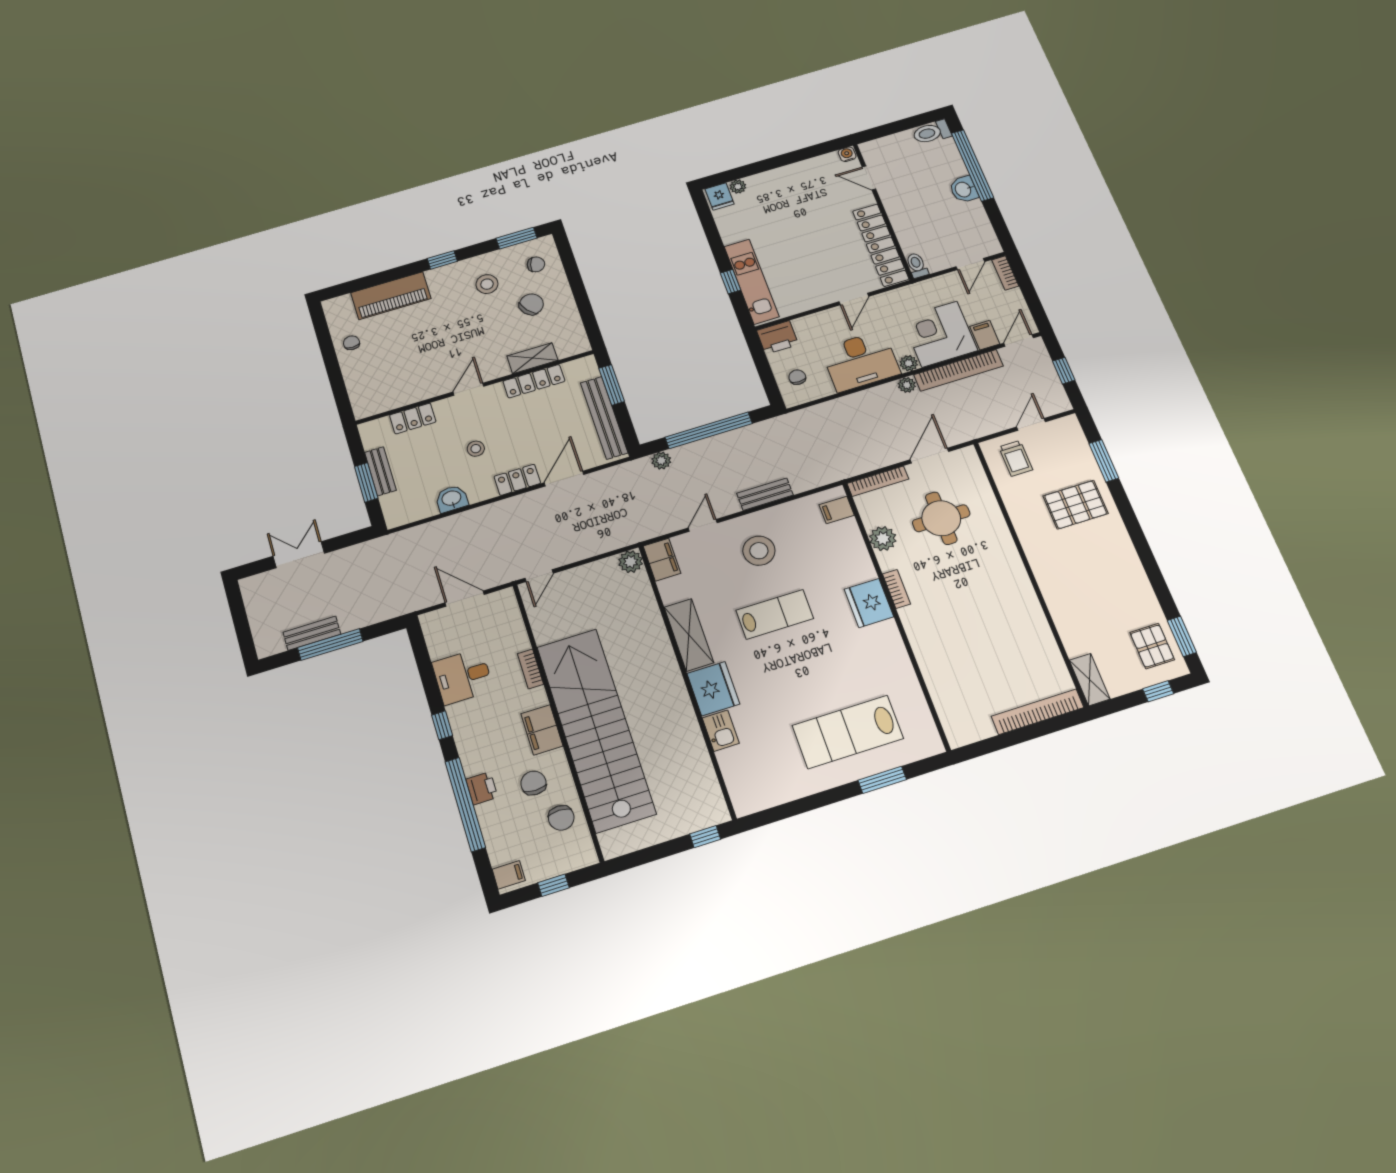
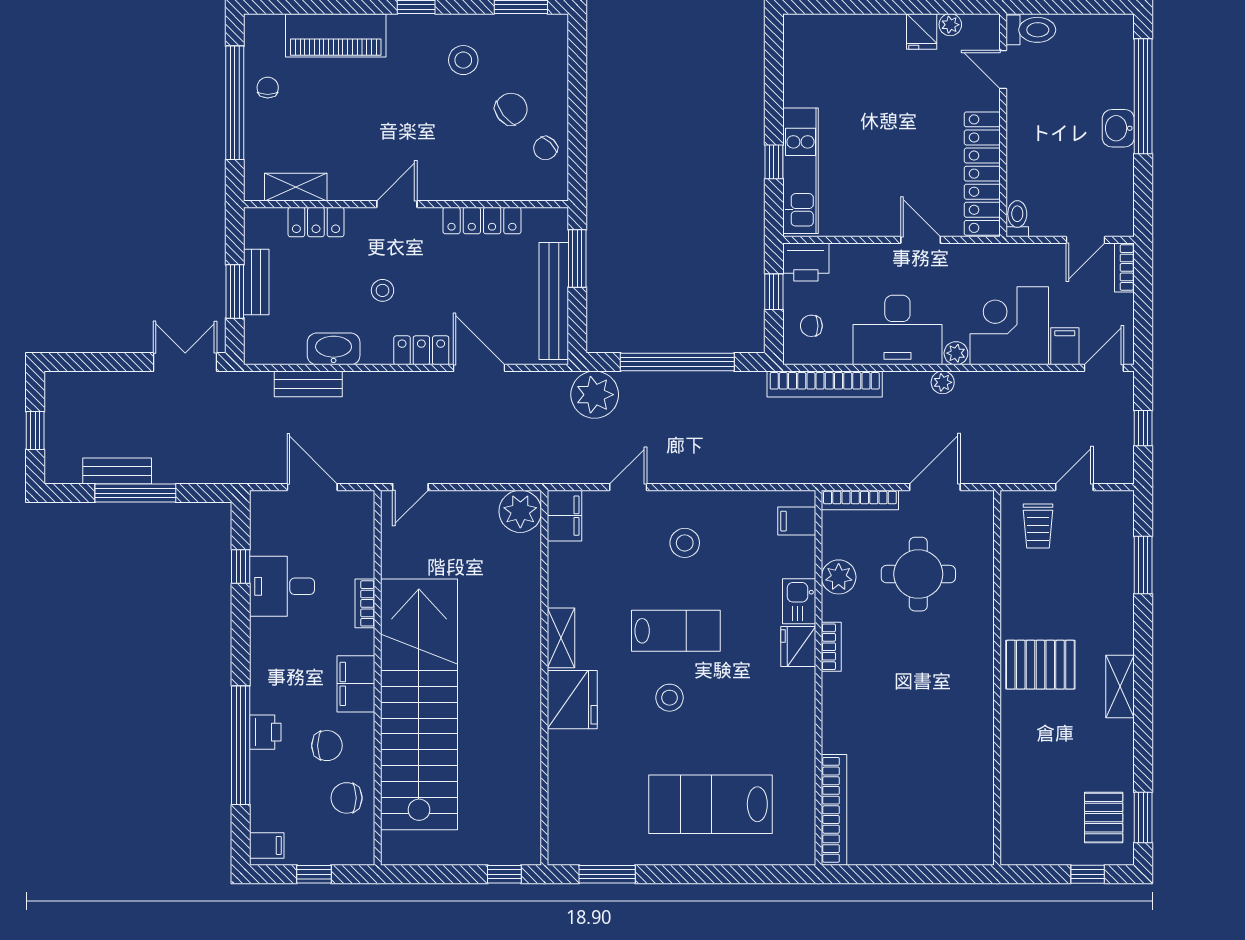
toilet: (932, 132) -> (1031, 30), moved, turned 180
water cooler: (847, 154) -> (988, 24), removed
plant: (738, 187) -> (950, 25), moved
fridge: (720, 197) -> (922, 31), moved
chair: (536, 264) -> (545, 148), moved, turned 119
door: (854, 299) -> (921, 240), swing flipped
shelving: (532, 358) -> (296, 187), moved
window: (330, 360) -> (235, 103), added
window: (762, 363) -> (774, 292), added
bookcase: (959, 370) -> (825, 384), moved
chair: (797, 377) -> (811, 326), turned -90
plant: (661, 461) -> (595, 395), width x1.88, depth x1.88
door: (564, 479) -> (479, 368), hinge flipped
bench: (765, 494) -> (308, 384), moved
washbasin: (452, 499) -> (334, 349), width x1.38
pallet: (1076, 505) -> (1040, 665), moved
stool: (759, 551) -> (685, 543), width x0.73, depth x0.73
double door: (299, 555) -> (185, 362), moved
plant: (631, 562) -> (520, 511), width x1.36, depth x1.36
fridge: (869, 603) -> (798, 646), width x0.73, depth x0.75
window: (241, 624) -> (35, 431), added
shelving: (689, 635) -> (561, 638), width x0.67, depth x0.75
stool: (787, 664) -> (670, 698), added
shelving: (1090, 680) -> (1120, 686), moved
bookcase: (1038, 712) -> (834, 810), moved, turned 90
window: (442, 725) -> (241, 567), moved
kitchen sink: (721, 731) -> (799, 601), moved, turned 180
window: (882, 780) -> (607, 874), moved
chair: (533, 783) -> (327, 746), turned 90
chair: (561, 818) -> (347, 798), turned 90

